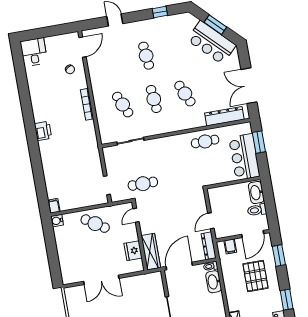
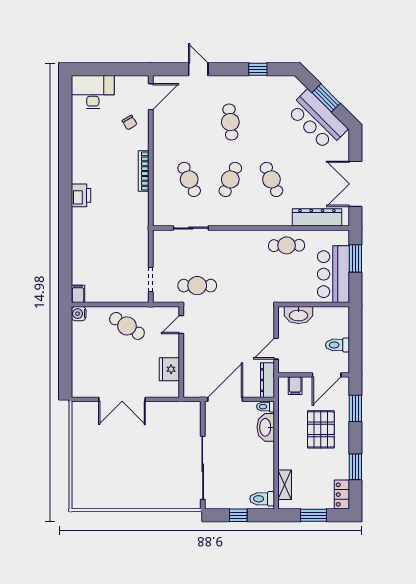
desk: (34, 52) -> (93, 92), width x1.37
cafe table: (154, 99) -> (230, 179), turned 30
washbasin: (256, 192) -> (299, 315), moved, turned -90
wardrobe: (151, 252) -> (192, 374), removed

